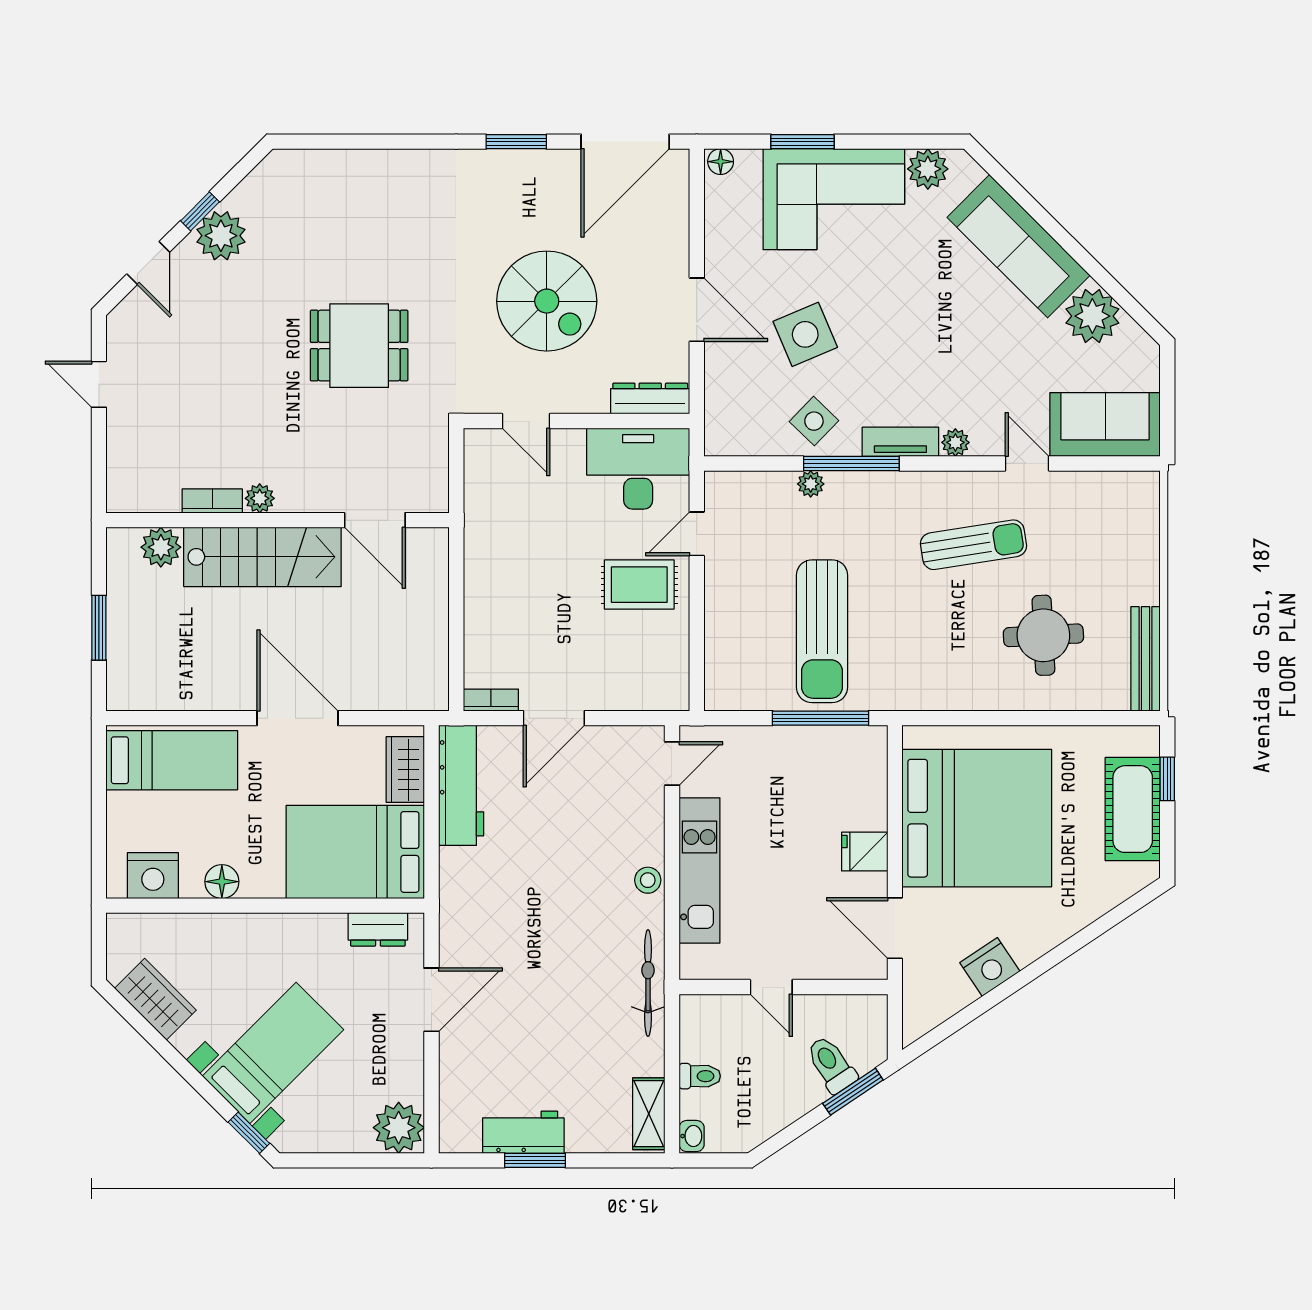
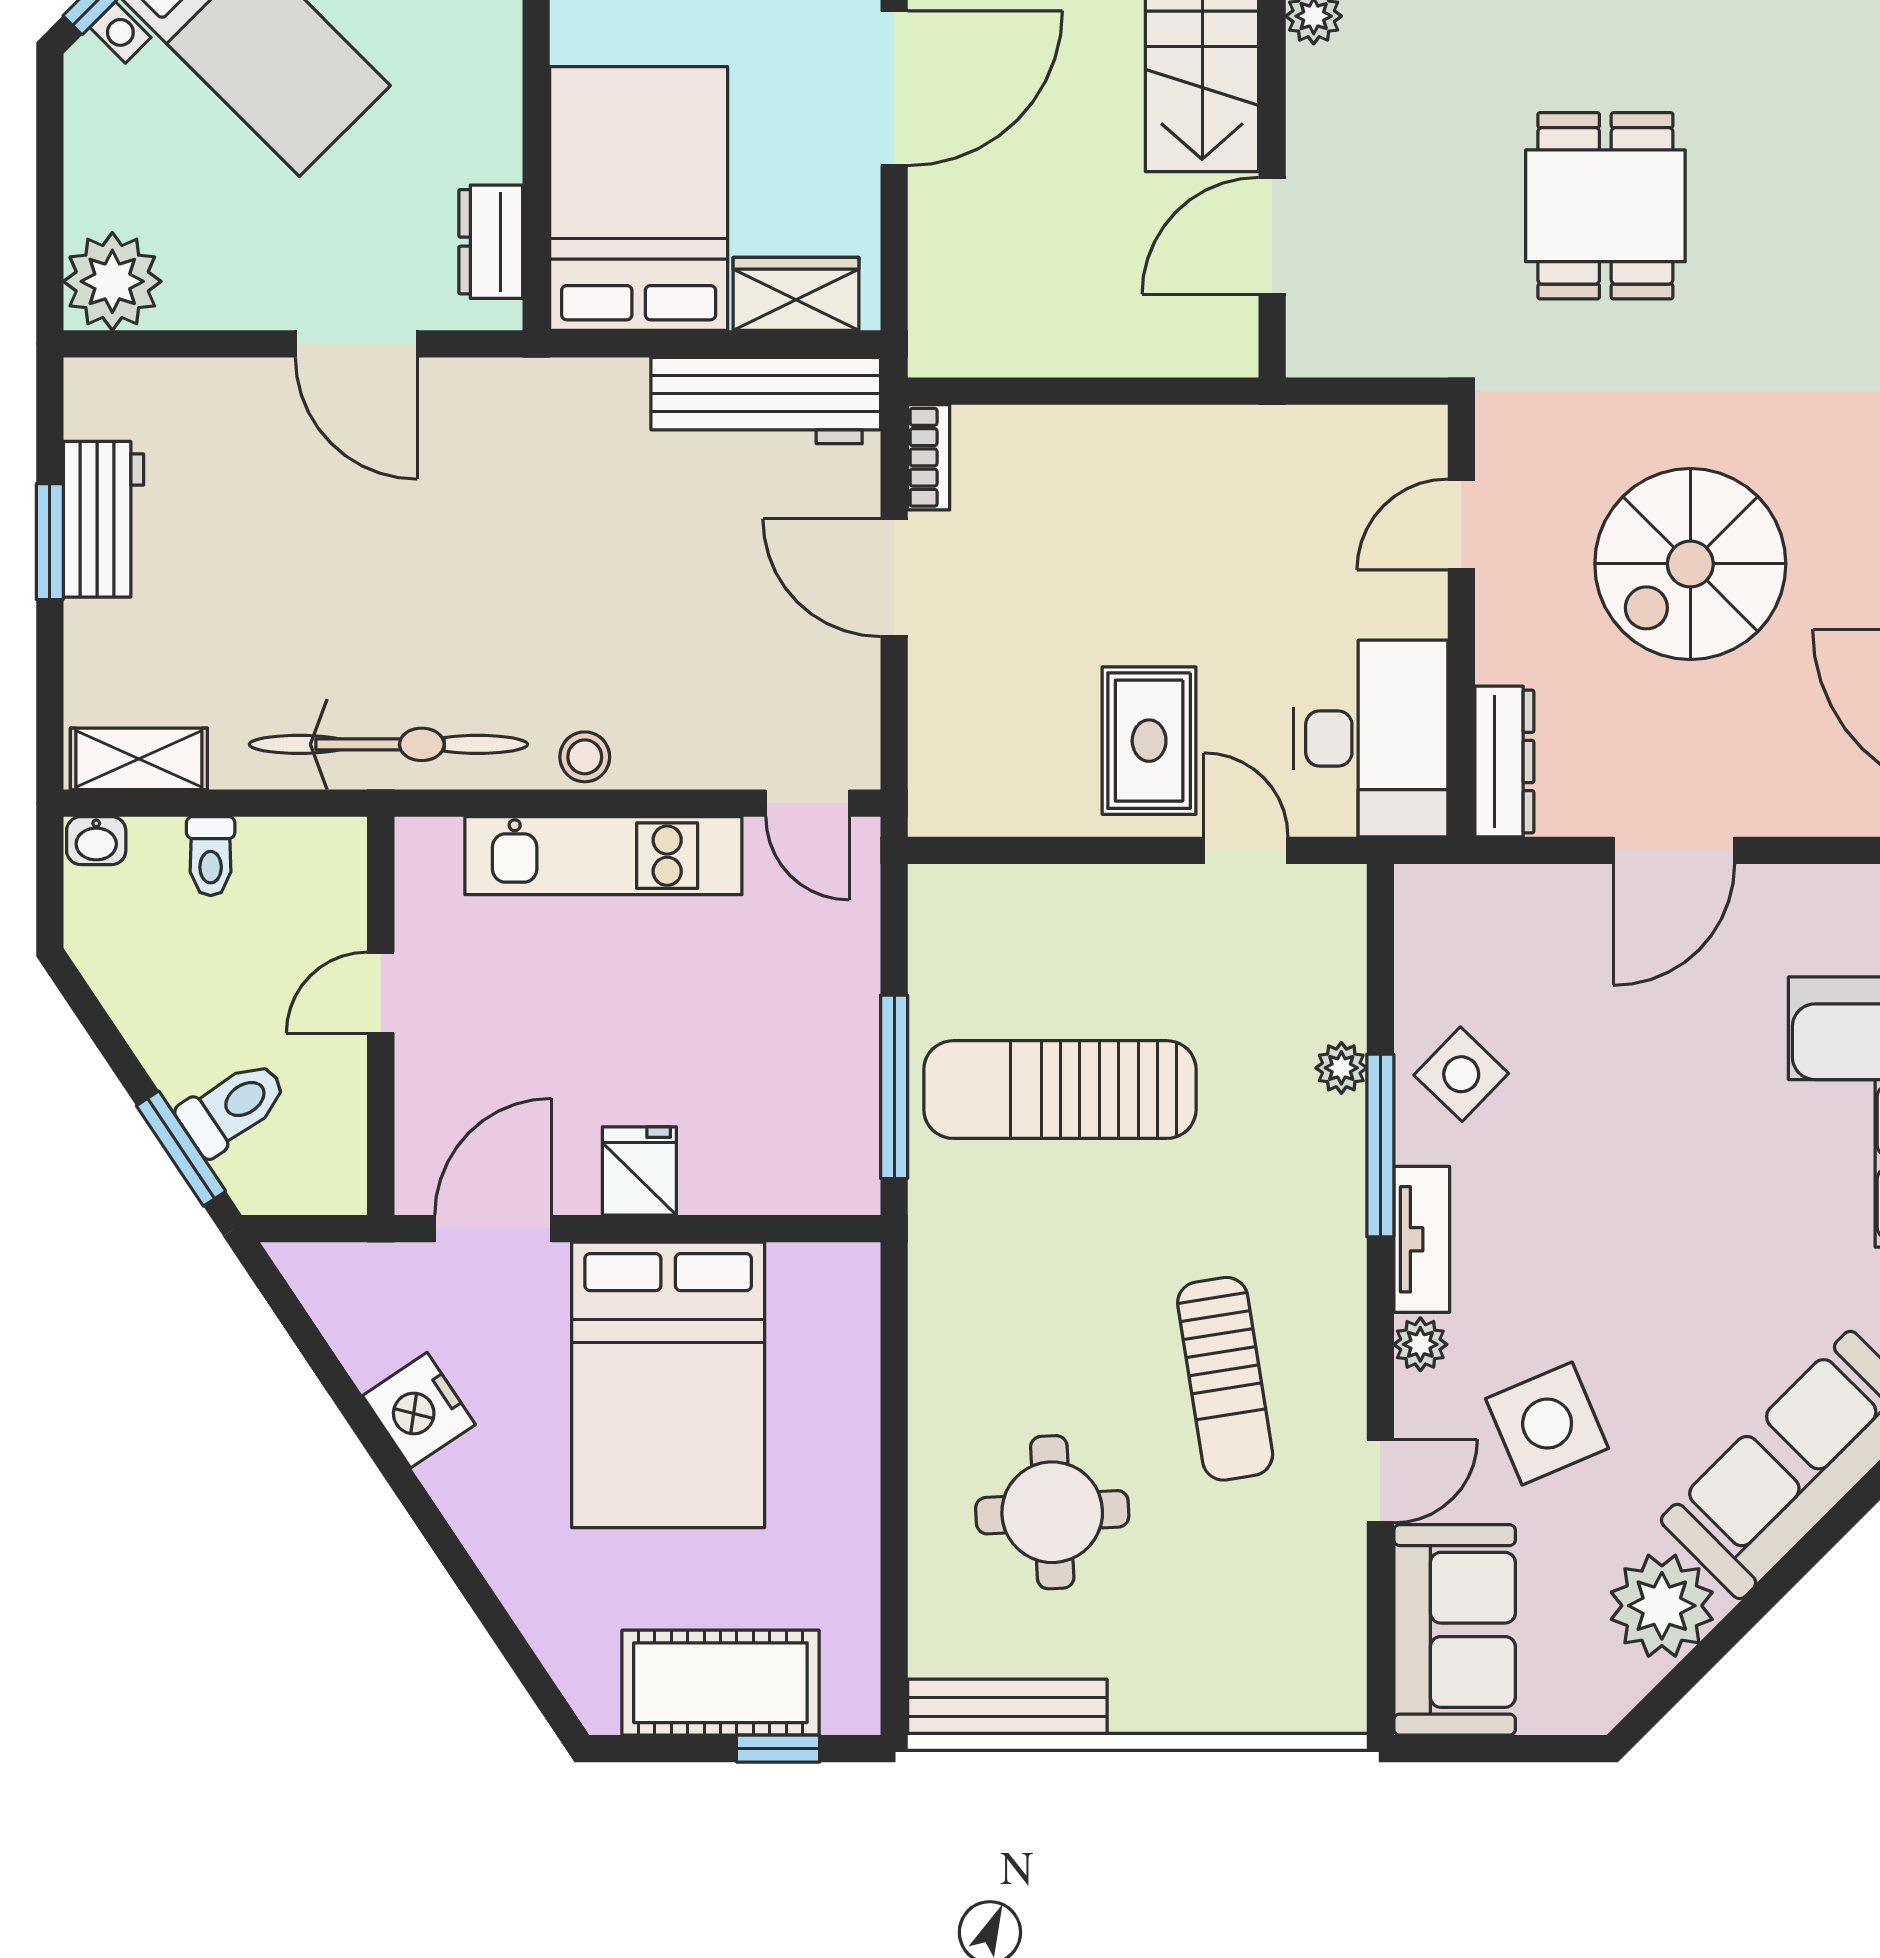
side table: (805, 334) -> (1547, 1424), moved
bed: (977, 818) -> (668, 1385), width x0.73
bicycle: (648, 983) -> (388, 744), width x1.37, depth x1.40

